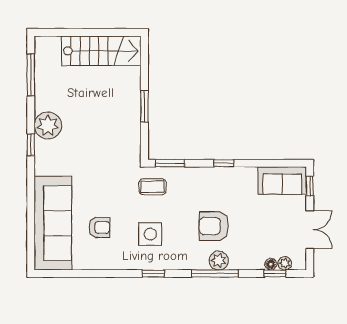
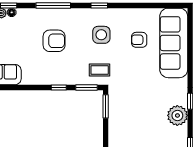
window: (144, 106) -> (106, 106), moved
window: (224, 163) -> (59, 87), moved
plant: (219, 261) -> (50, 15), removed

